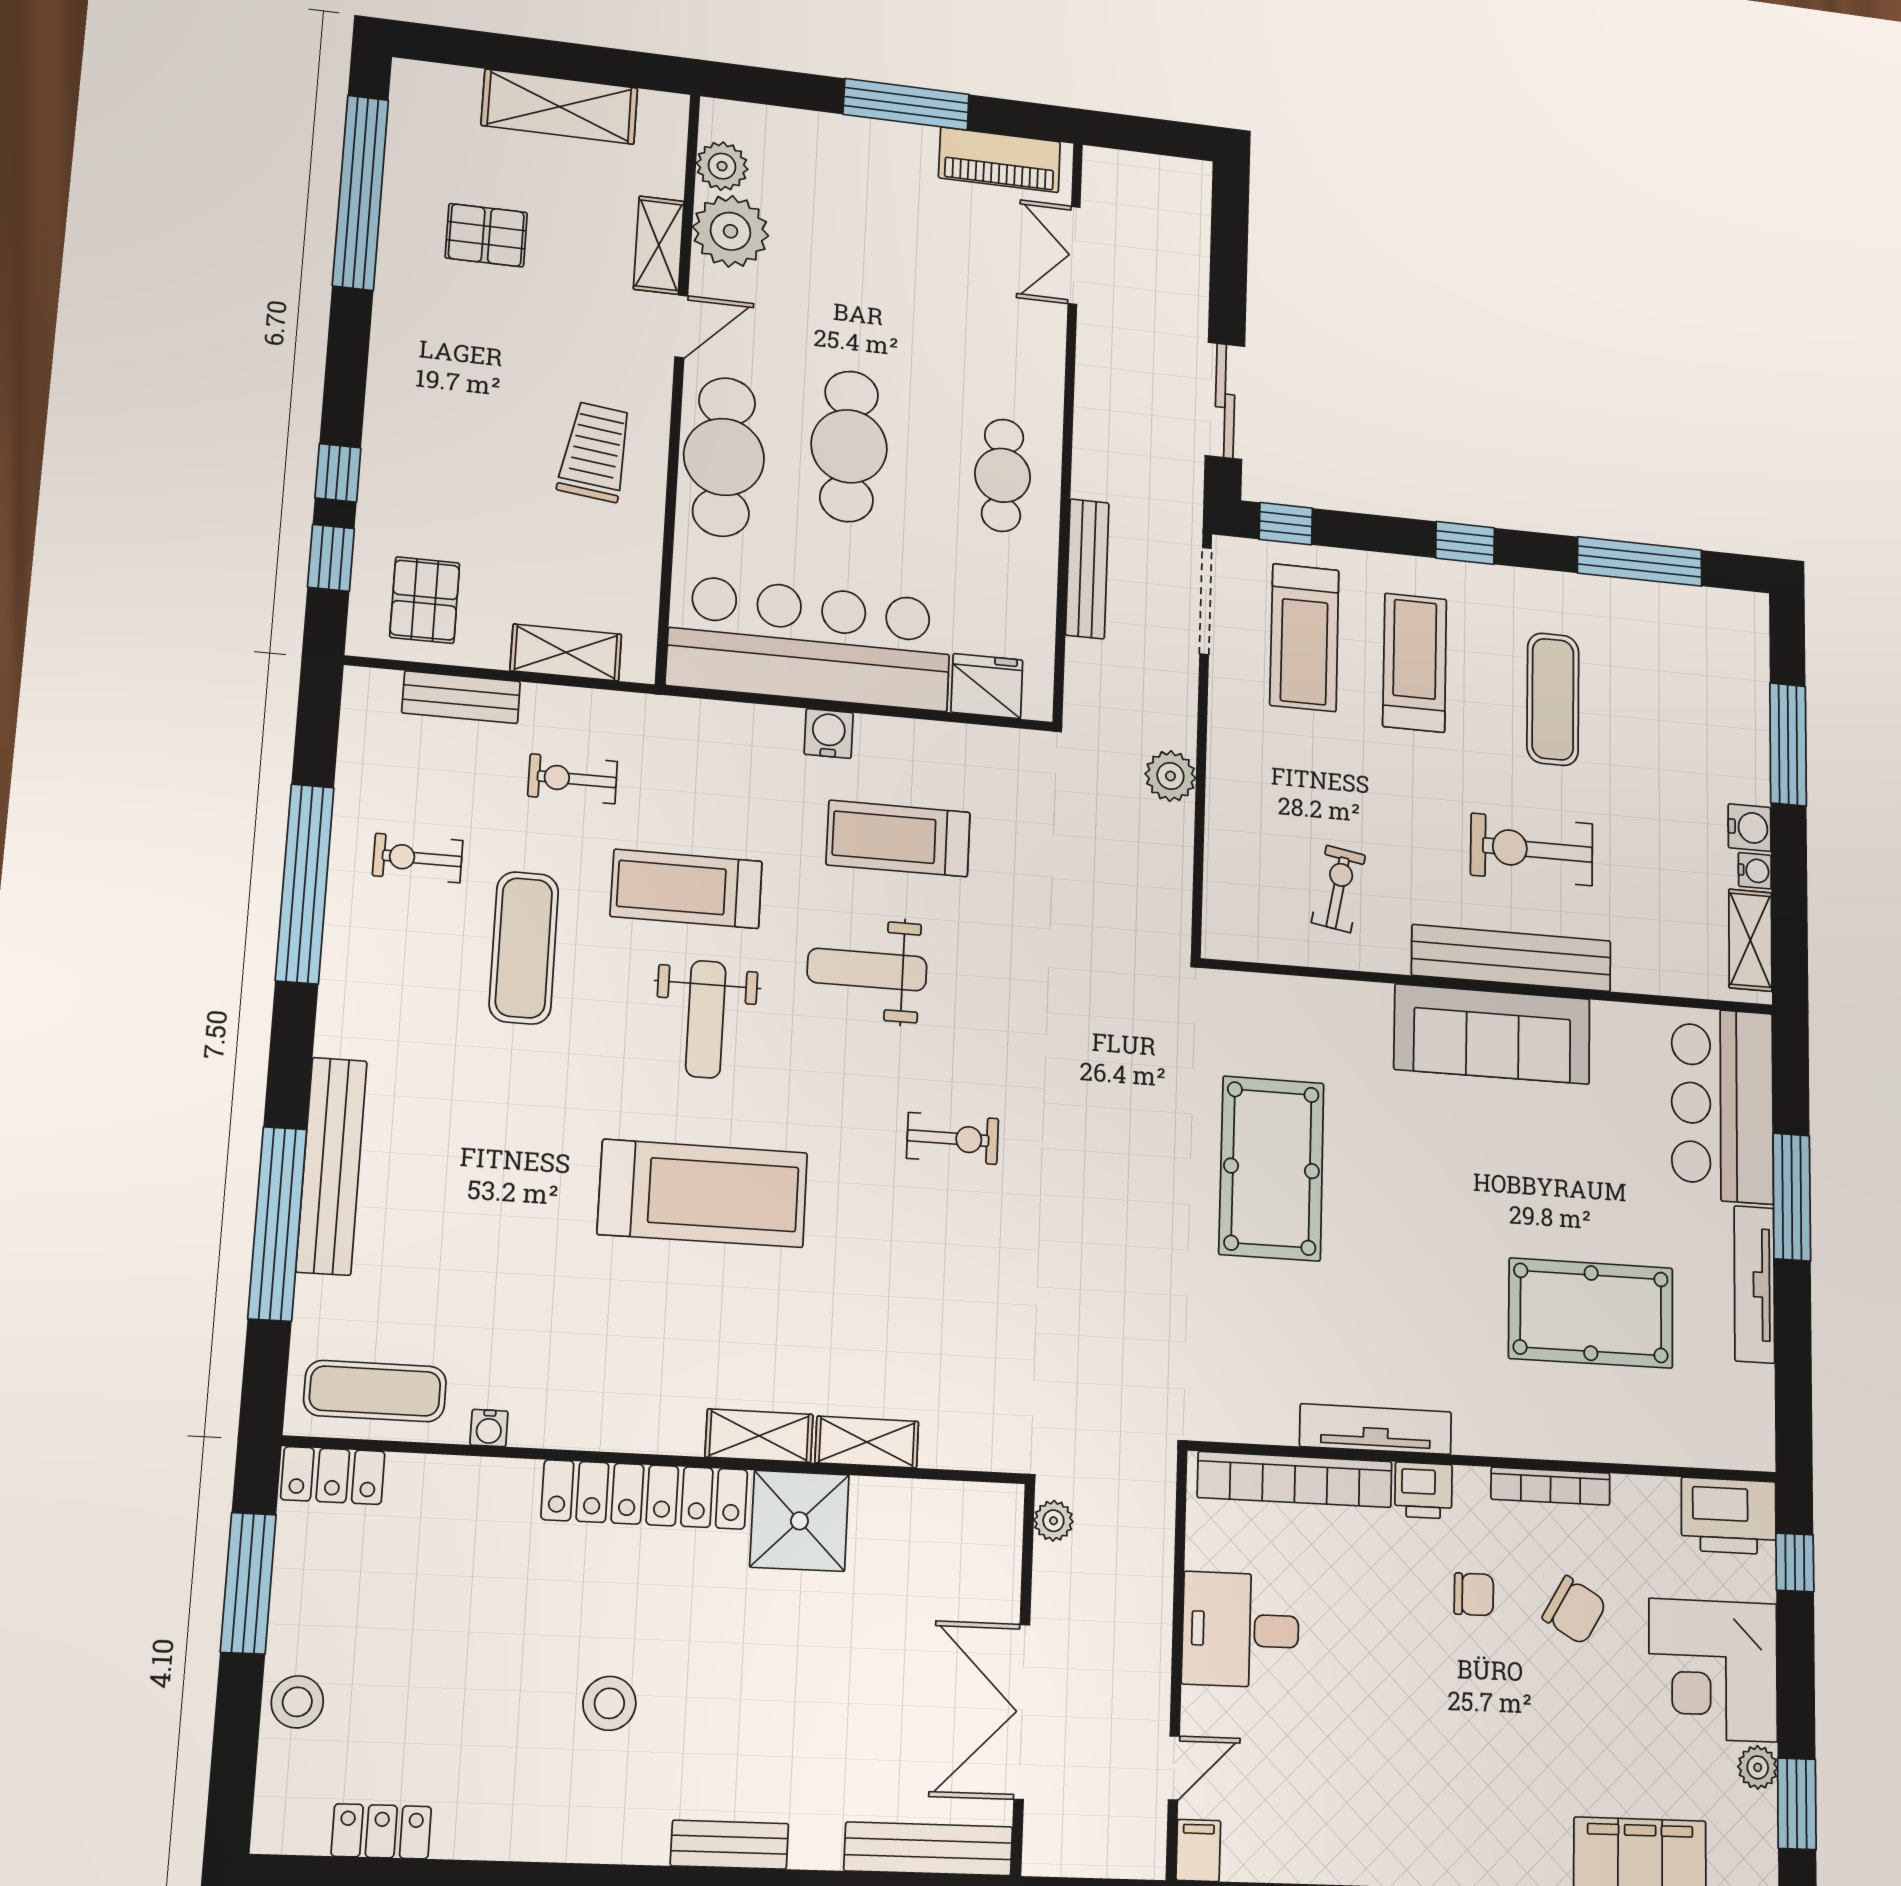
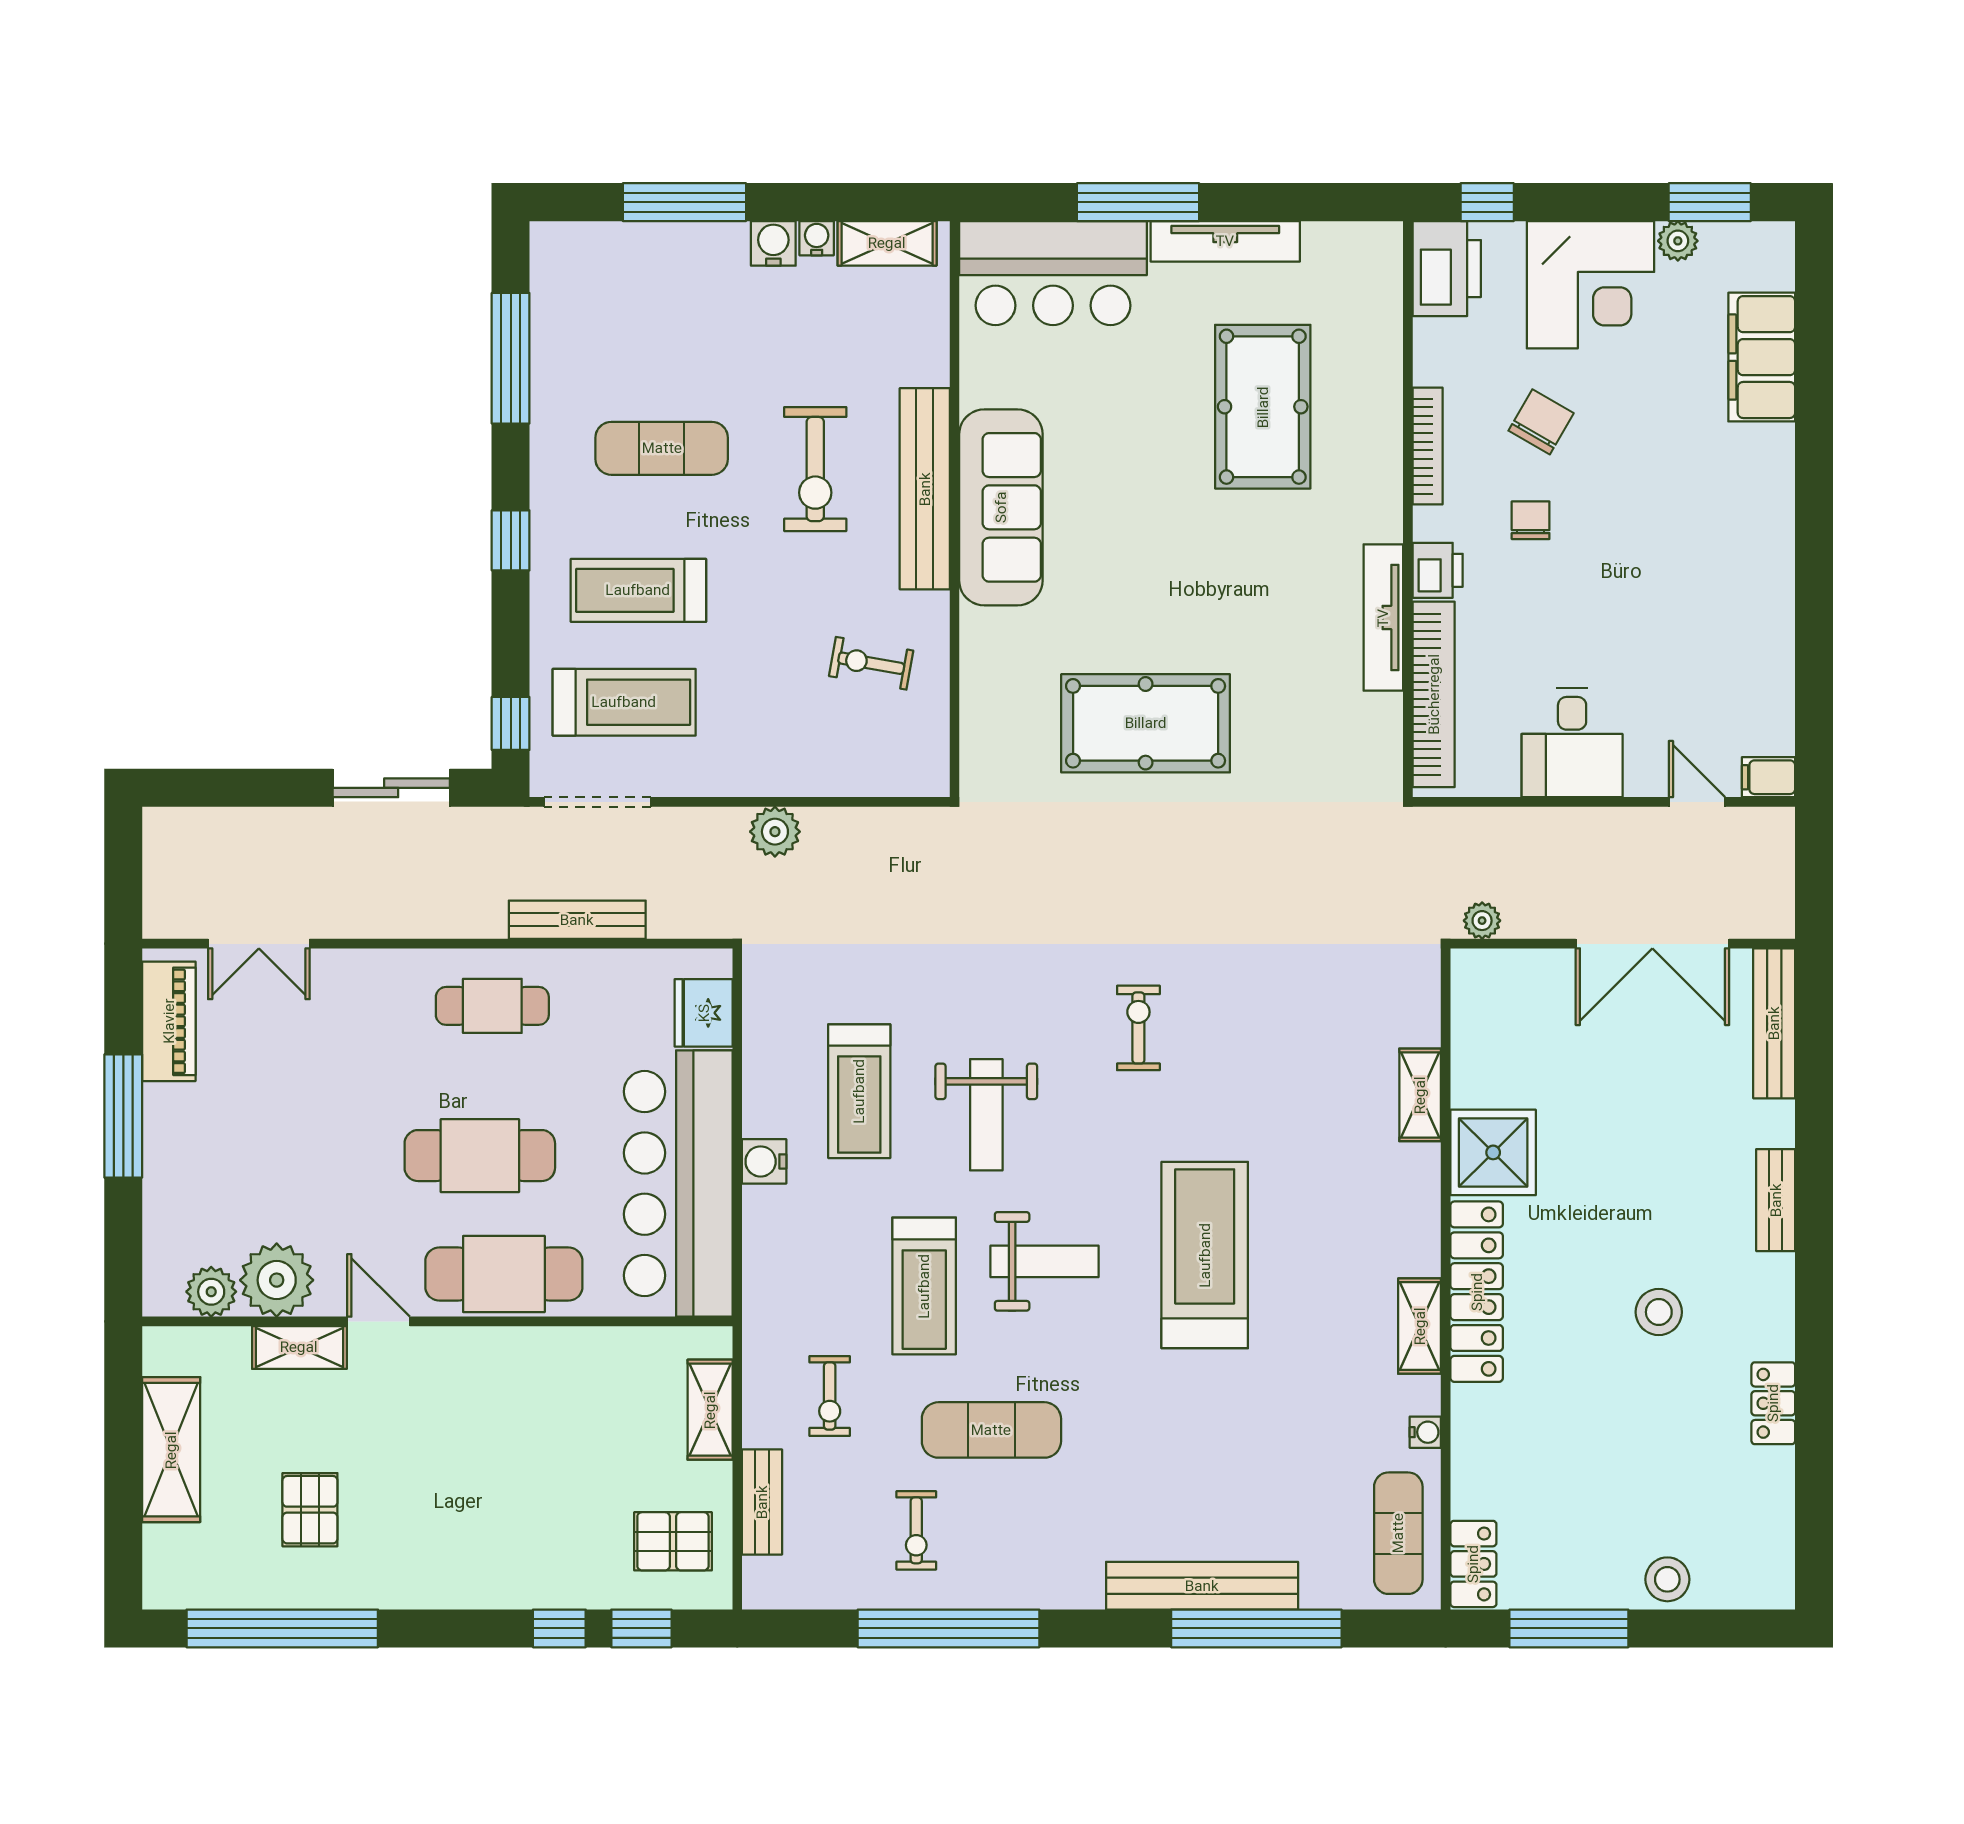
trolley: (595, 452) -> (513, 1395), removed
shelving: (759, 1436) -> (1420, 1326), moved
locker: (381, 1831) -> (1773, 1403), moved

